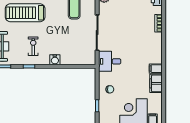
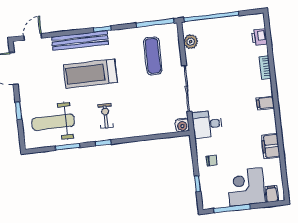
water cooler: (55, 60) -> (182, 125), moved
filing cabinet: (156, 69) -> (265, 103), moved

